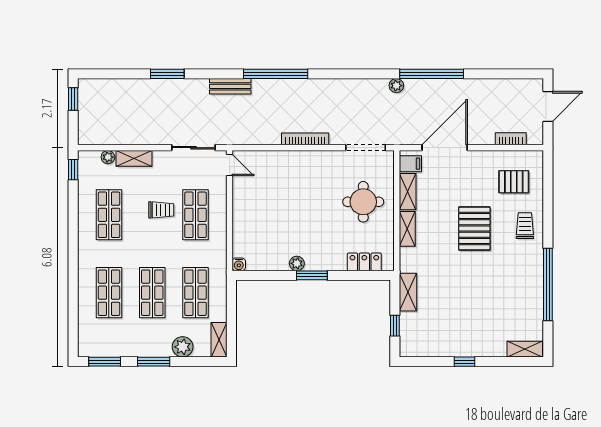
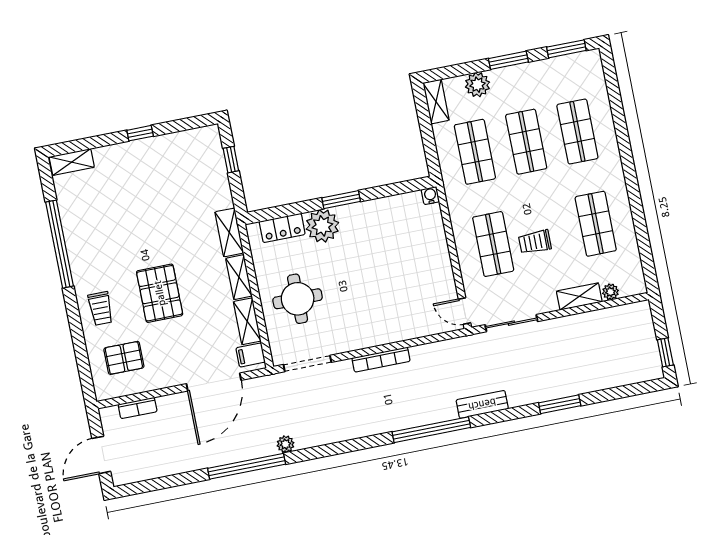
window: (73, 170) -> (649, 269), removed
plant: (297, 263) -> (322, 226), moved, width x1.88, depth x1.88
shelving: (408, 292) -> (229, 232), moved

